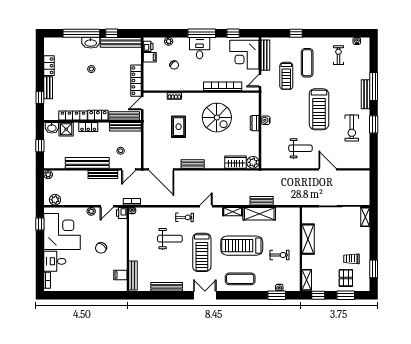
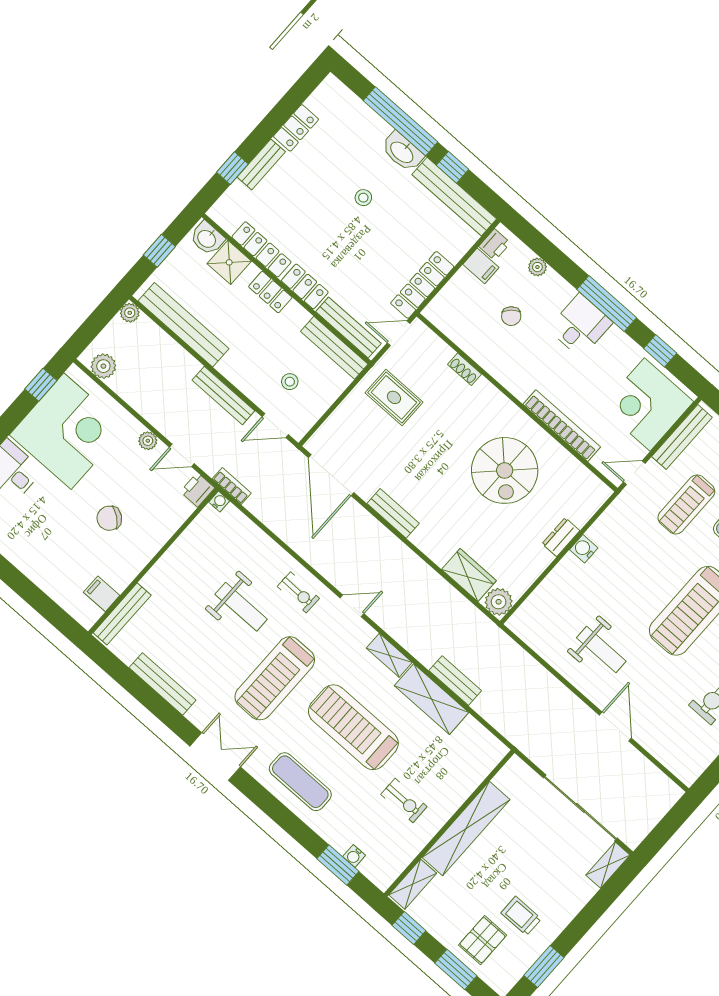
rug: (179, 127) -> (394, 397), moved, turned 90
bench: (87, 163) -> (183, 325), moved
shelving: (308, 239) -> (466, 828), width x1.47

